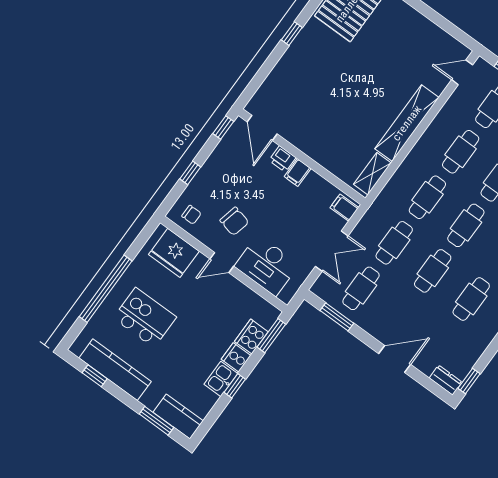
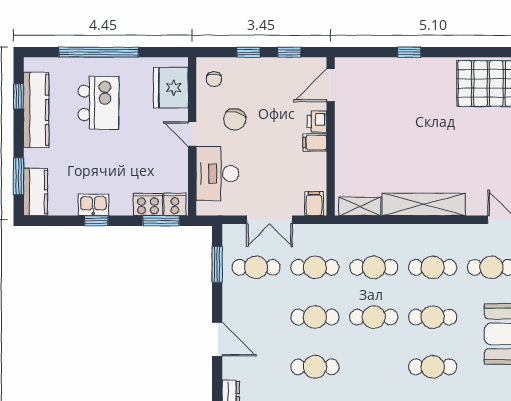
window: (292, 34) -> (409, 52), moved
window: (223, 128) -> (289, 52), moved
cooker: (236, 357) -> (175, 204), moved

